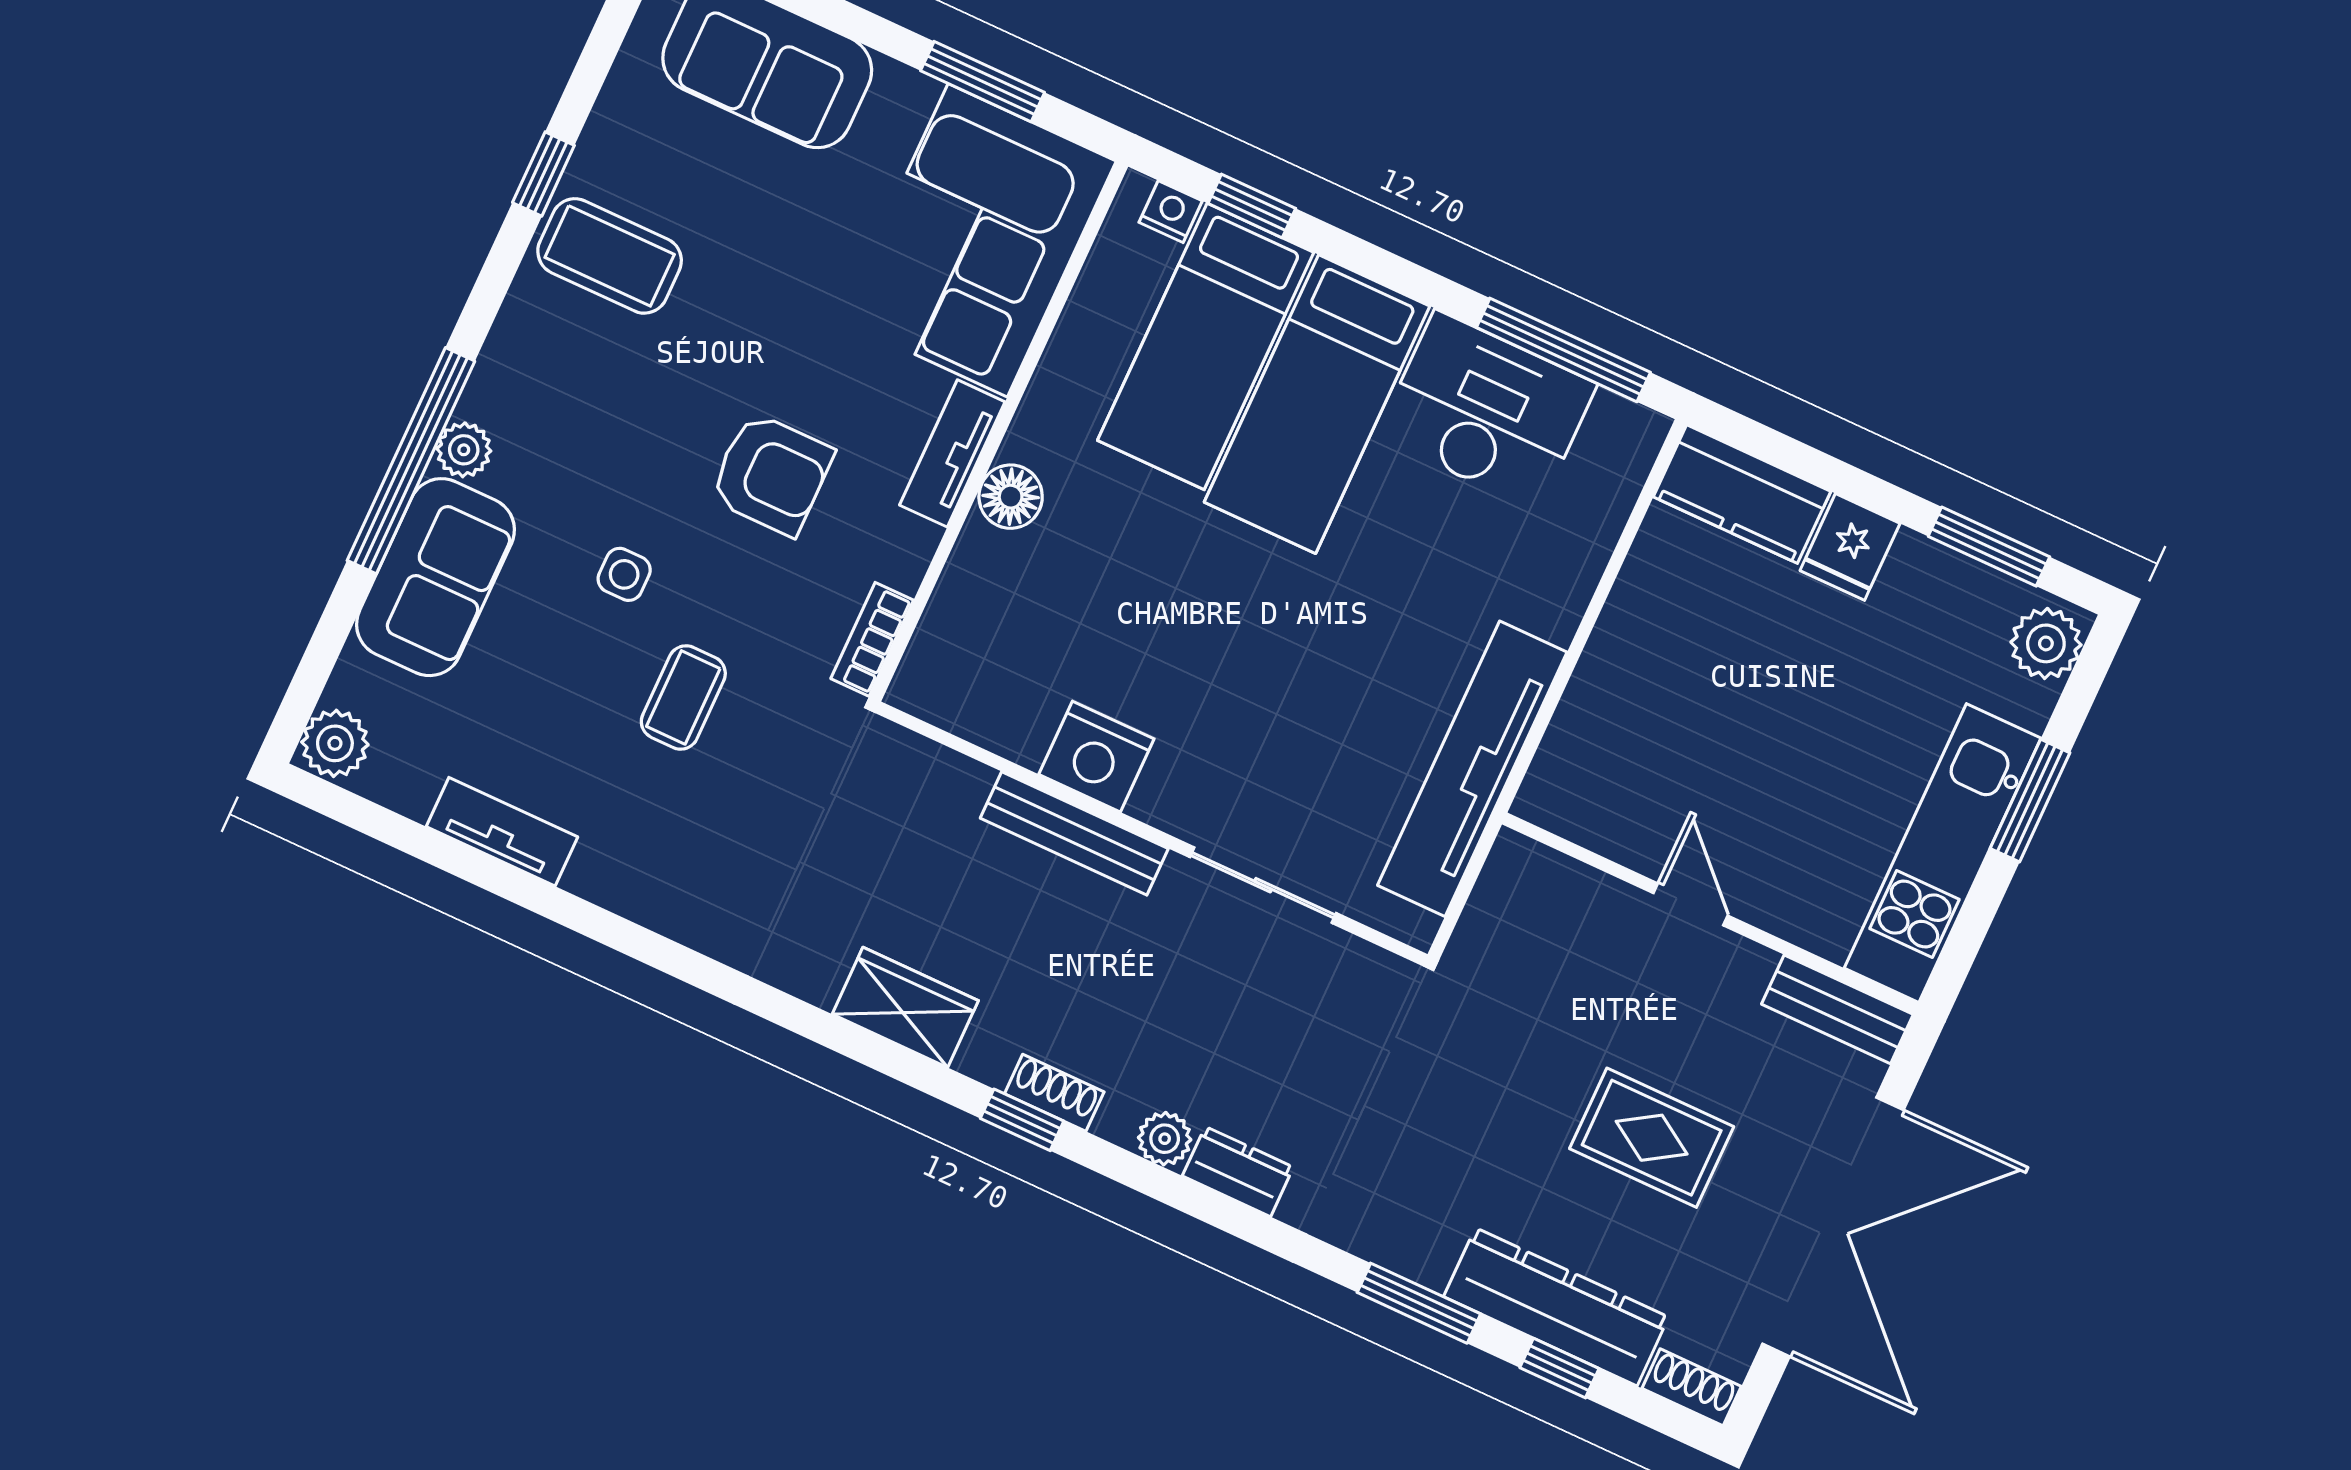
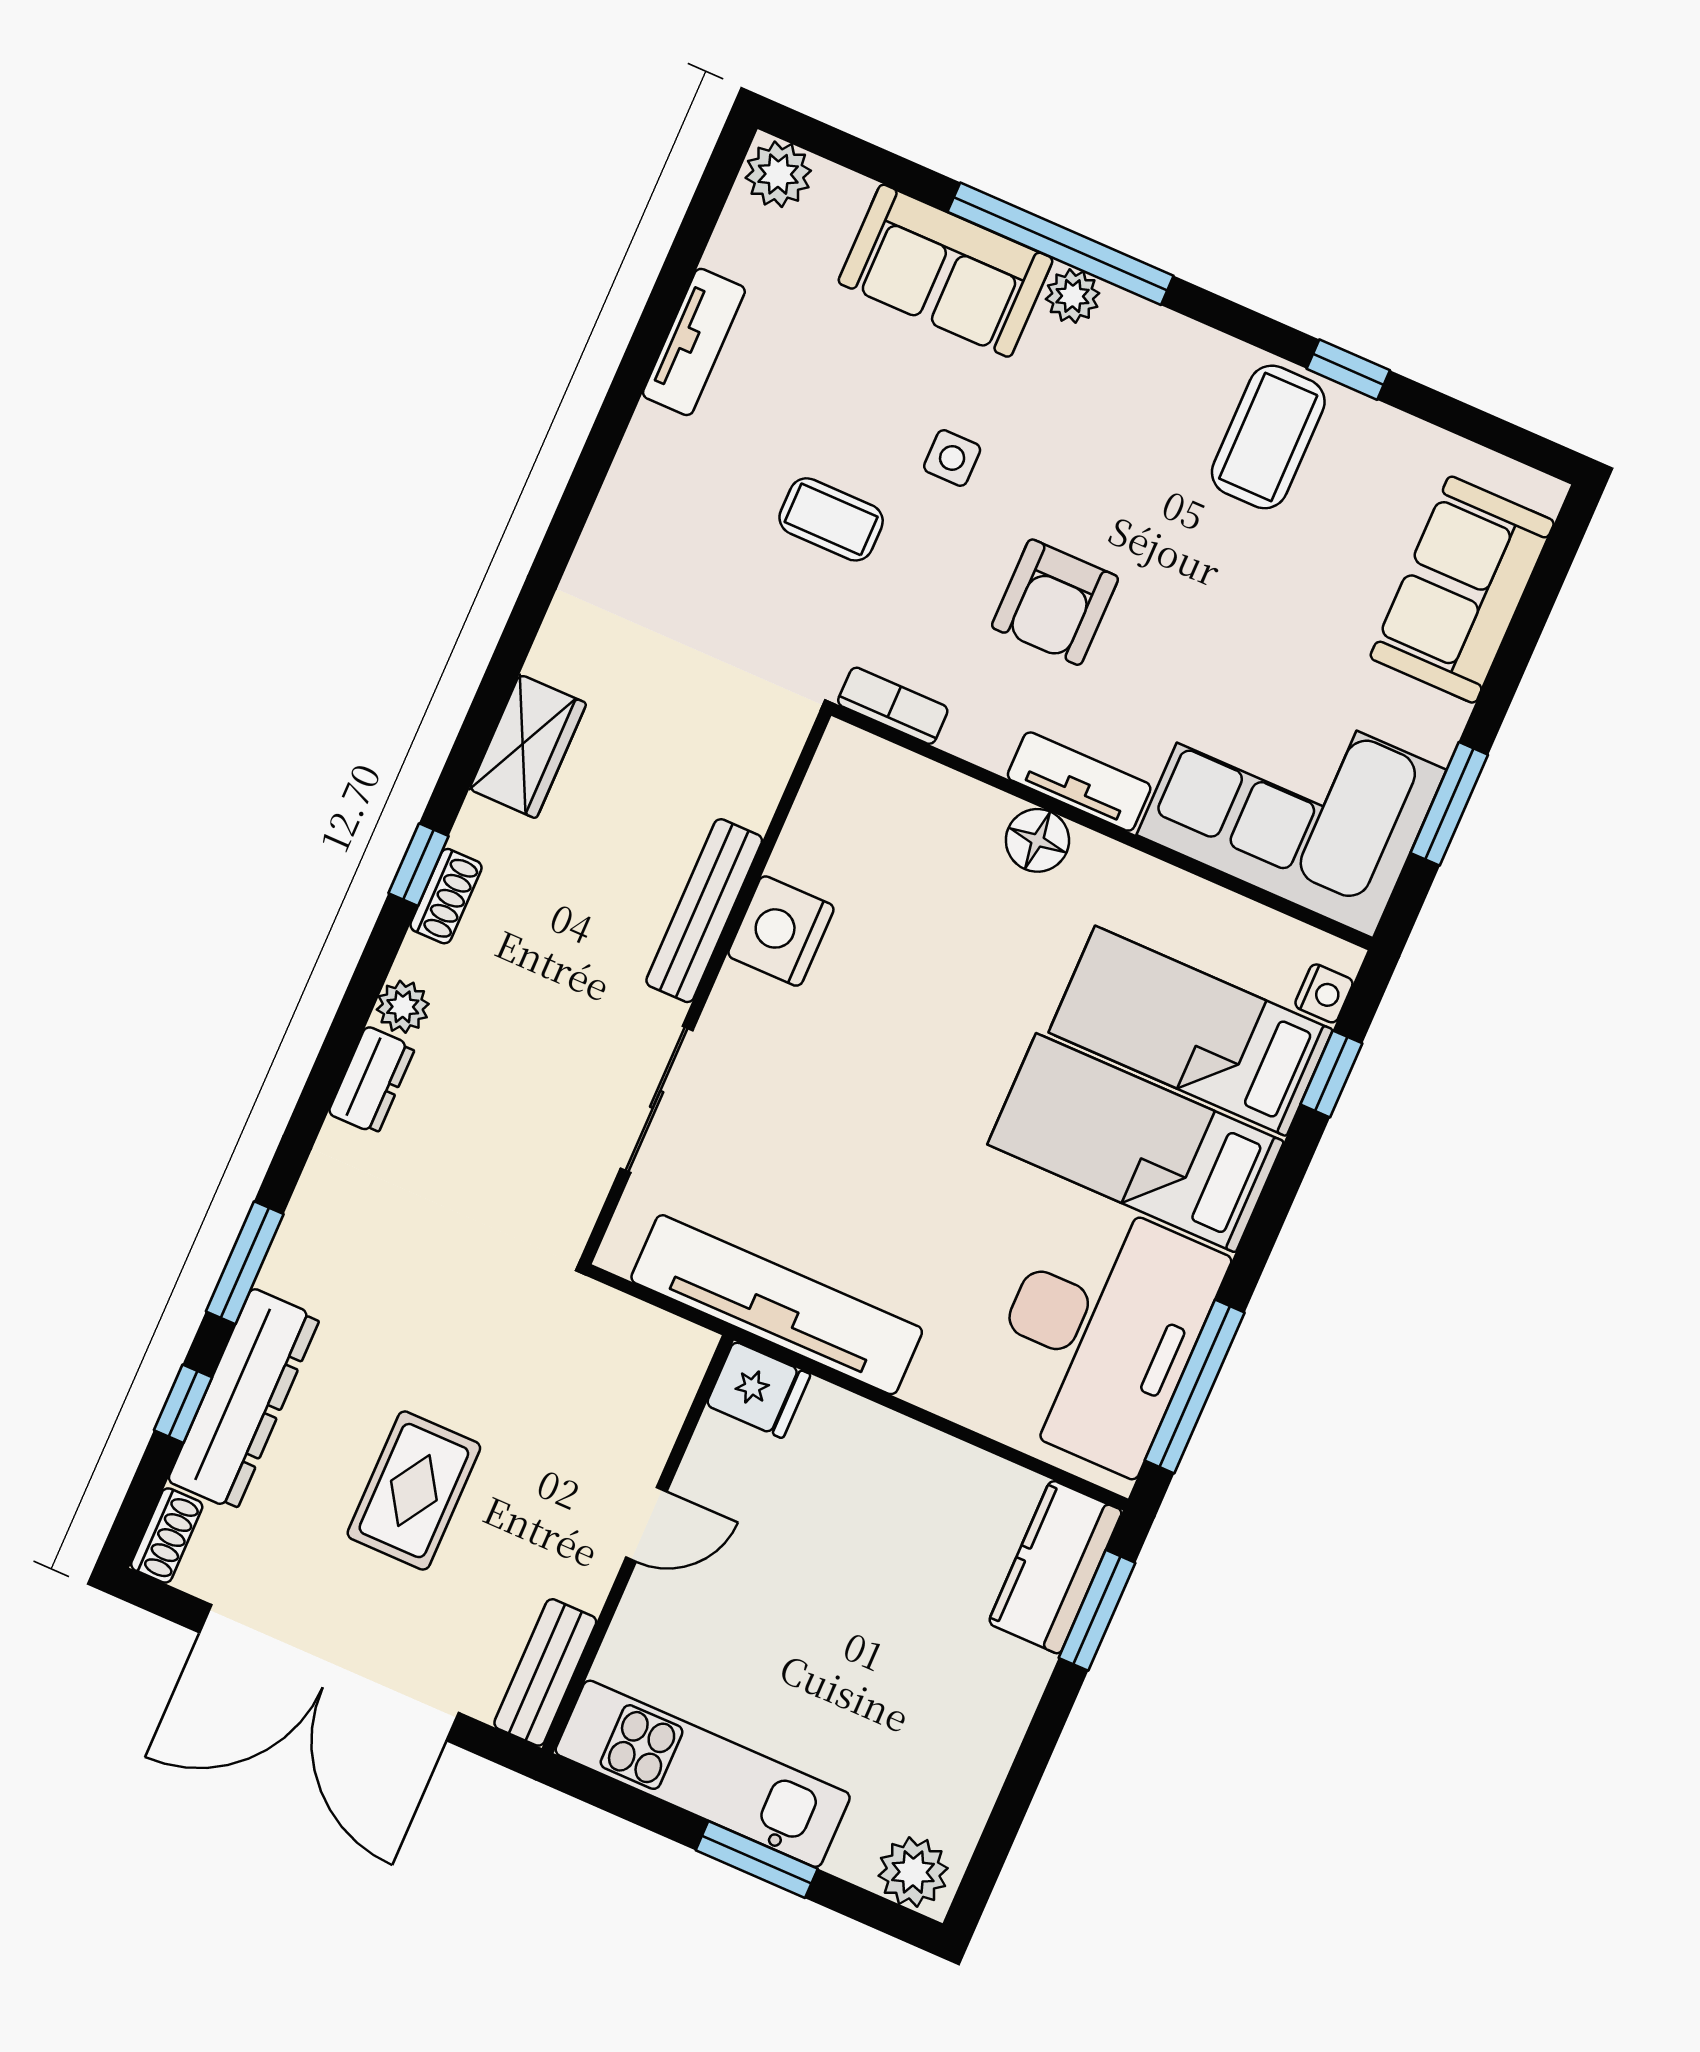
desk: (1487, 410) -> (1101, 1333), width x1.36, depth x1.30
fridge: (1850, 547) -> (758, 1390), moved, turned 180
window: (1989, 547) -> (1097, 1610), moved

